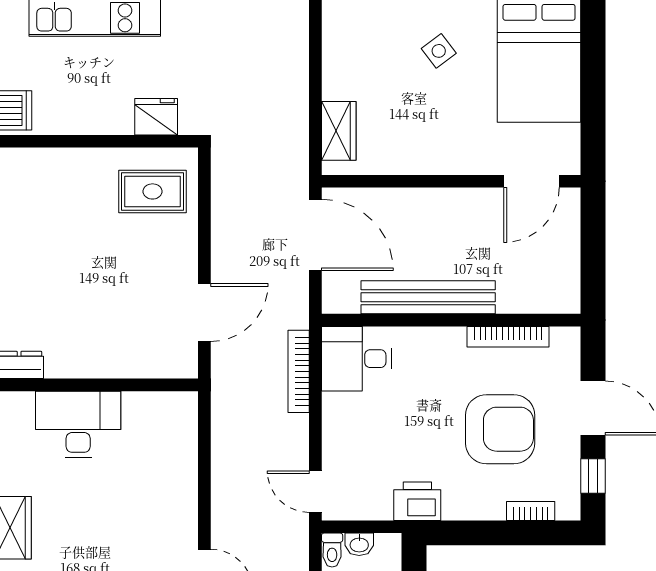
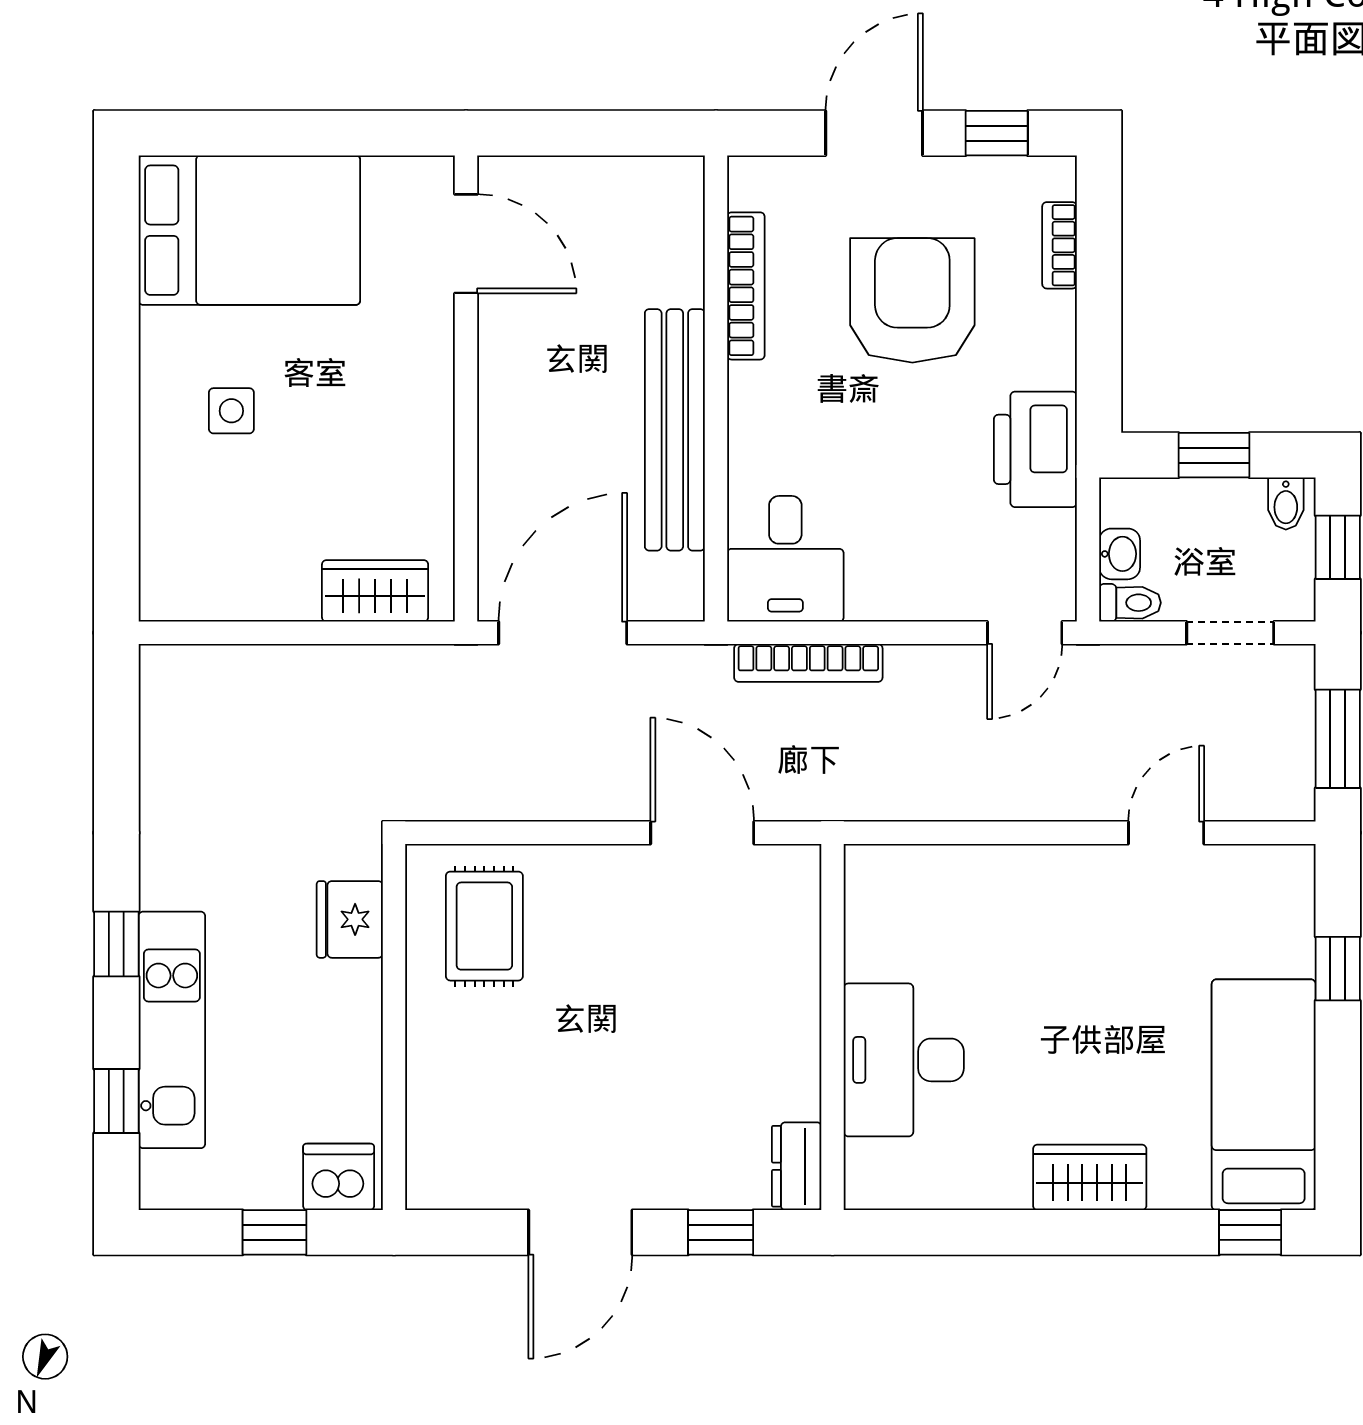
side table: (439, 51) -> (231, 411), turned 37
printer: (417, 501) -> (1035, 449), width x1.37, depth x1.19

